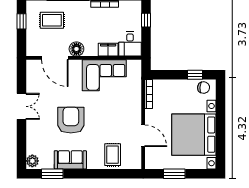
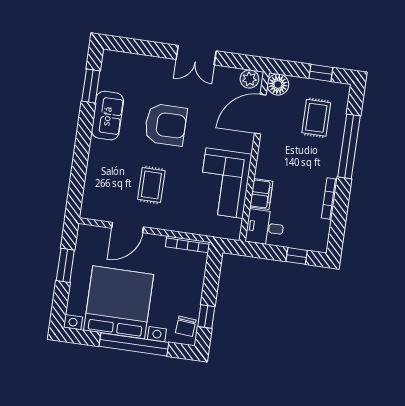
floor lamp: (76, 49) -> (278, 85), moved
window: (221, 120) -> (134, 344), added
rug: (113, 155) -> (151, 185), moved, turned 90
plant: (32, 161) -> (249, 79), moved

